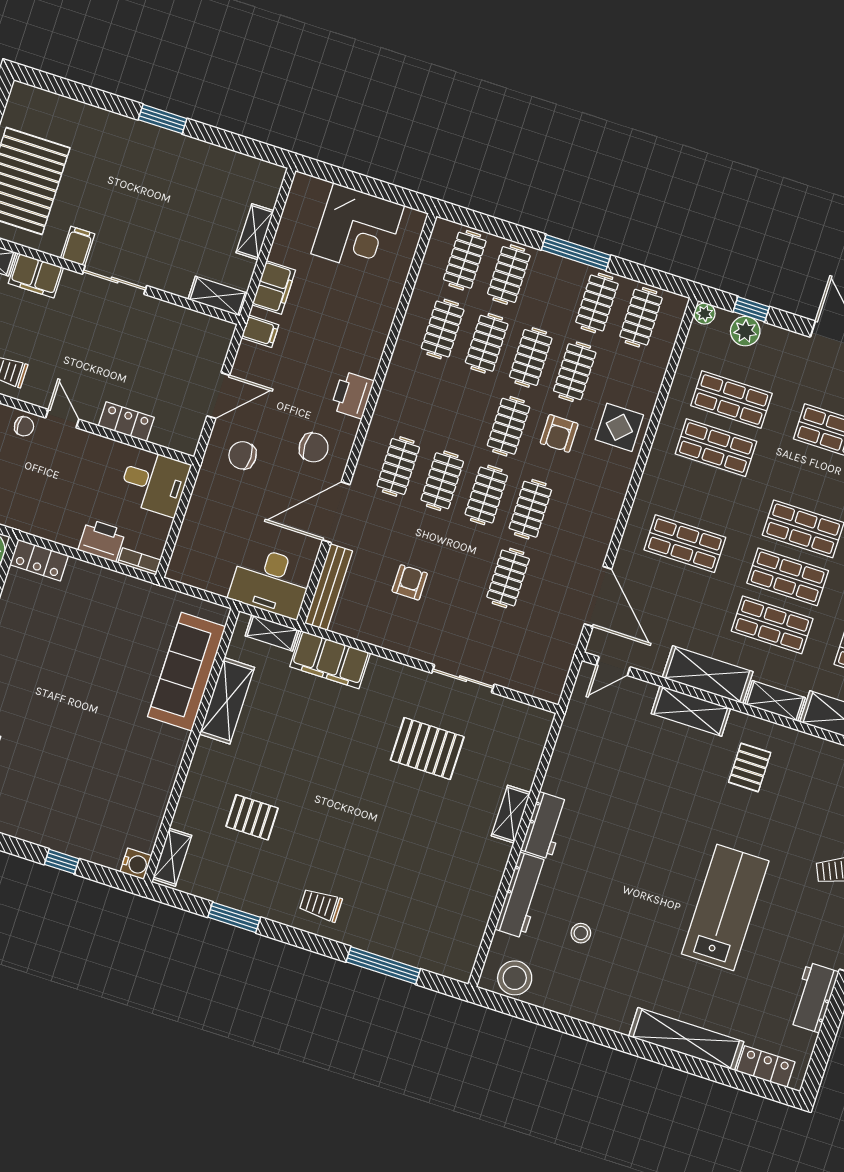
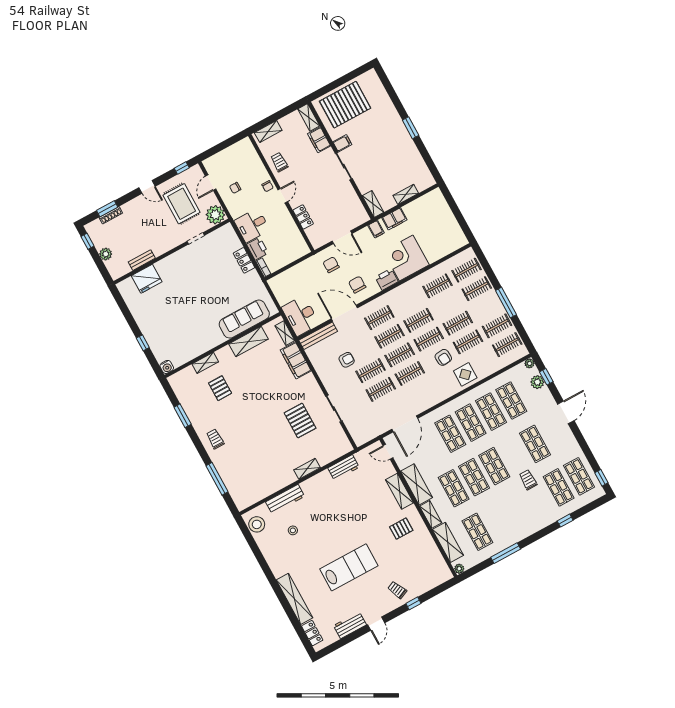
corner desk: (358, 230) -> (406, 258), moved, turned 90
clothes rail: (487, 343) -> (419, 320), moved
armchair: (559, 433) -> (443, 357), turned -95
chair: (314, 448) -> (357, 285), turned 180
desk: (154, 482) -> (252, 225), moved, turned 90
shop shelf: (700, 496) -> (471, 423), added
locker: (39, 560) -> (244, 260), moved
clothes rail: (464, 564) -> (371, 371), added
workbench: (545, 825) -> (343, 468), moved
shelving: (172, 857) -> (205, 363), moved

